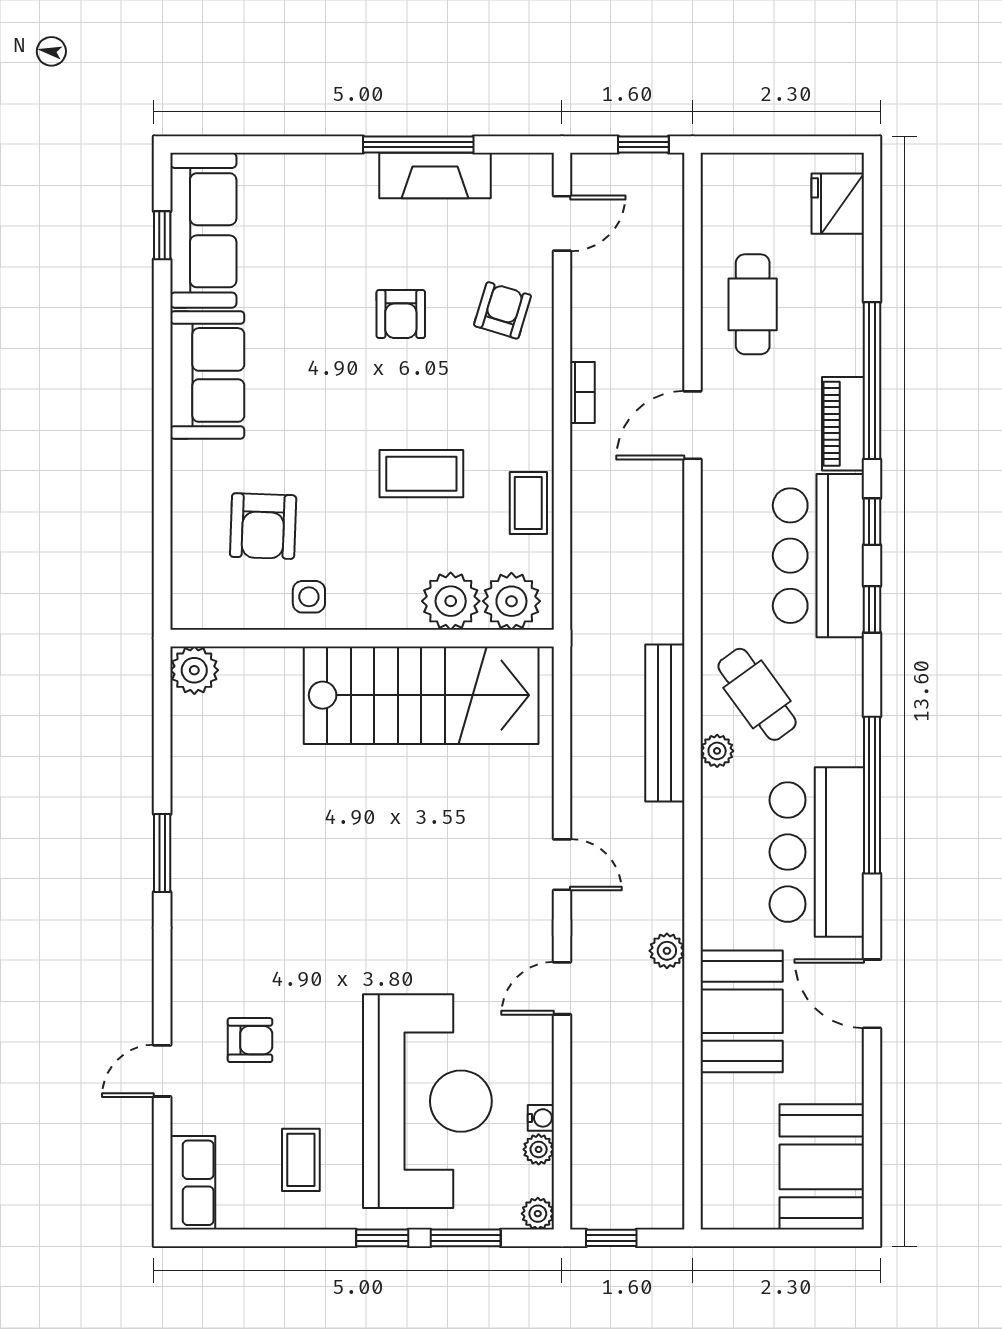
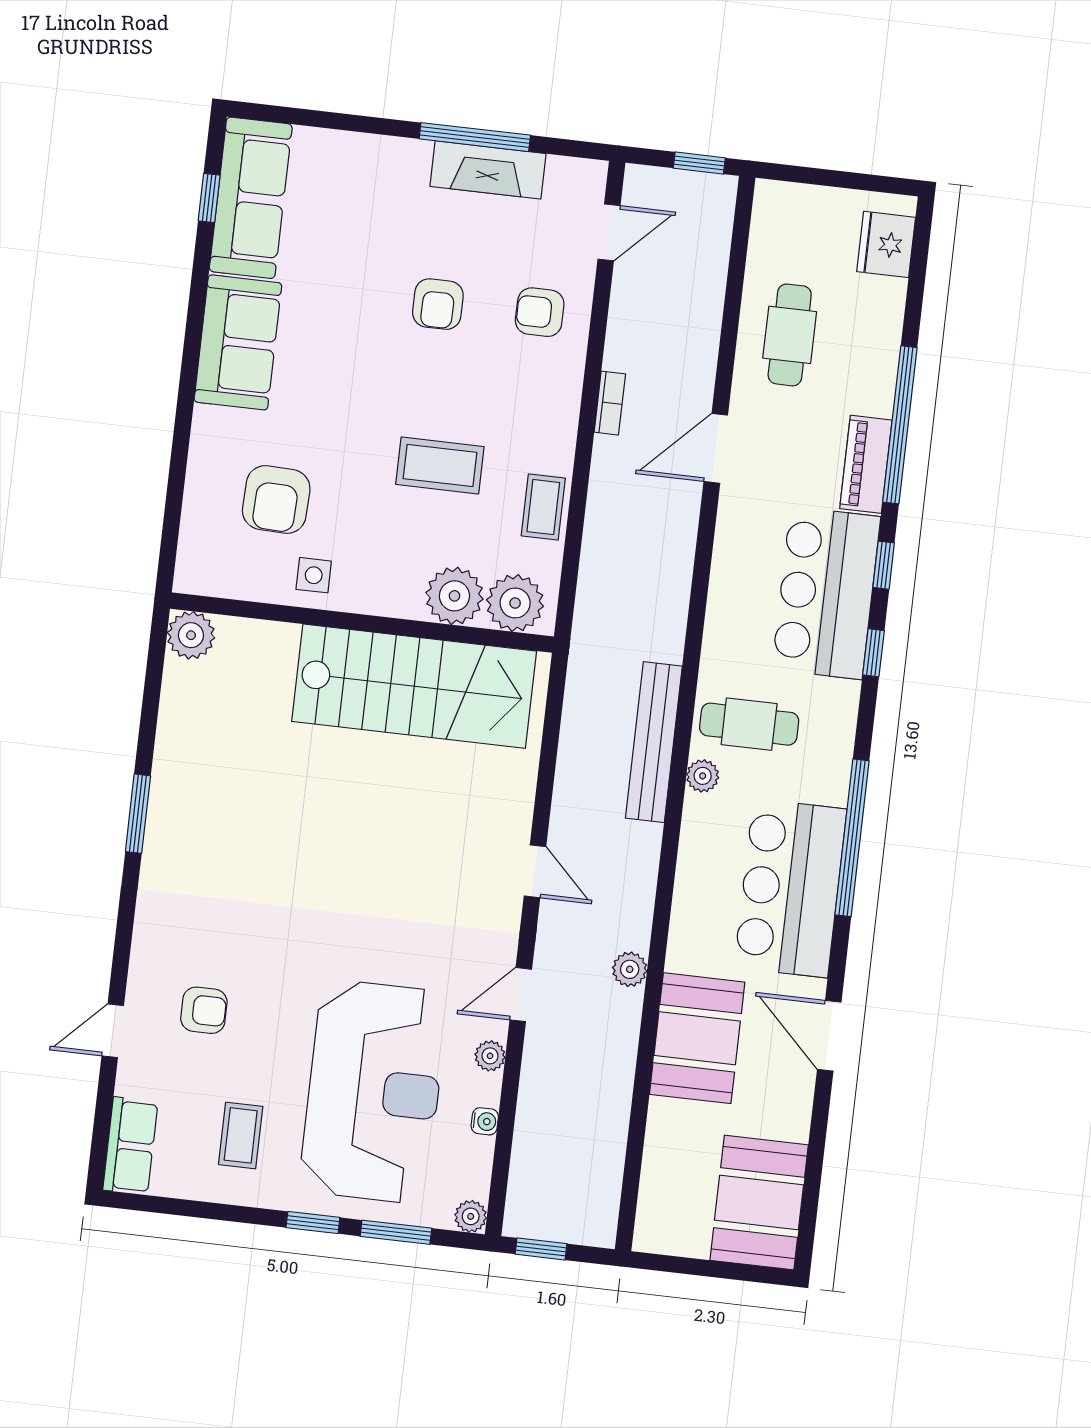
armchair: (503, 310) -> (540, 312), turned -107
cafe table: (757, 694) -> (749, 724), turned -54
plant: (539, 1149) -> (490, 1056), moved

